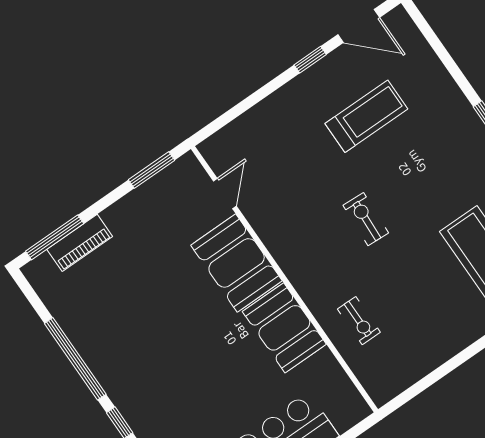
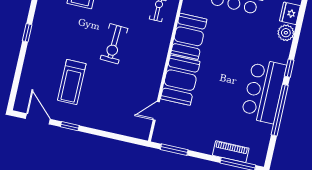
treadmill: (366, 116) -> (72, 82), turned -90
exercise bike: (366, 219) -> (114, 44), width x1.38, depth x1.39
bar counter: (120, 361) -> (264, 91), added

